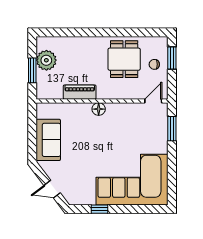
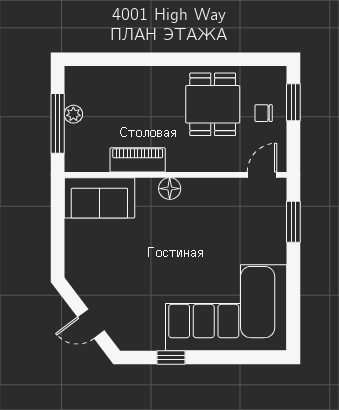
plant: (46, 60) -> (73, 114), width x0.53, depth x0.53
window: (32, 70) -> (58, 123), width x1.44
sofa: (48, 140) -> (99, 198), moved, turned 90

